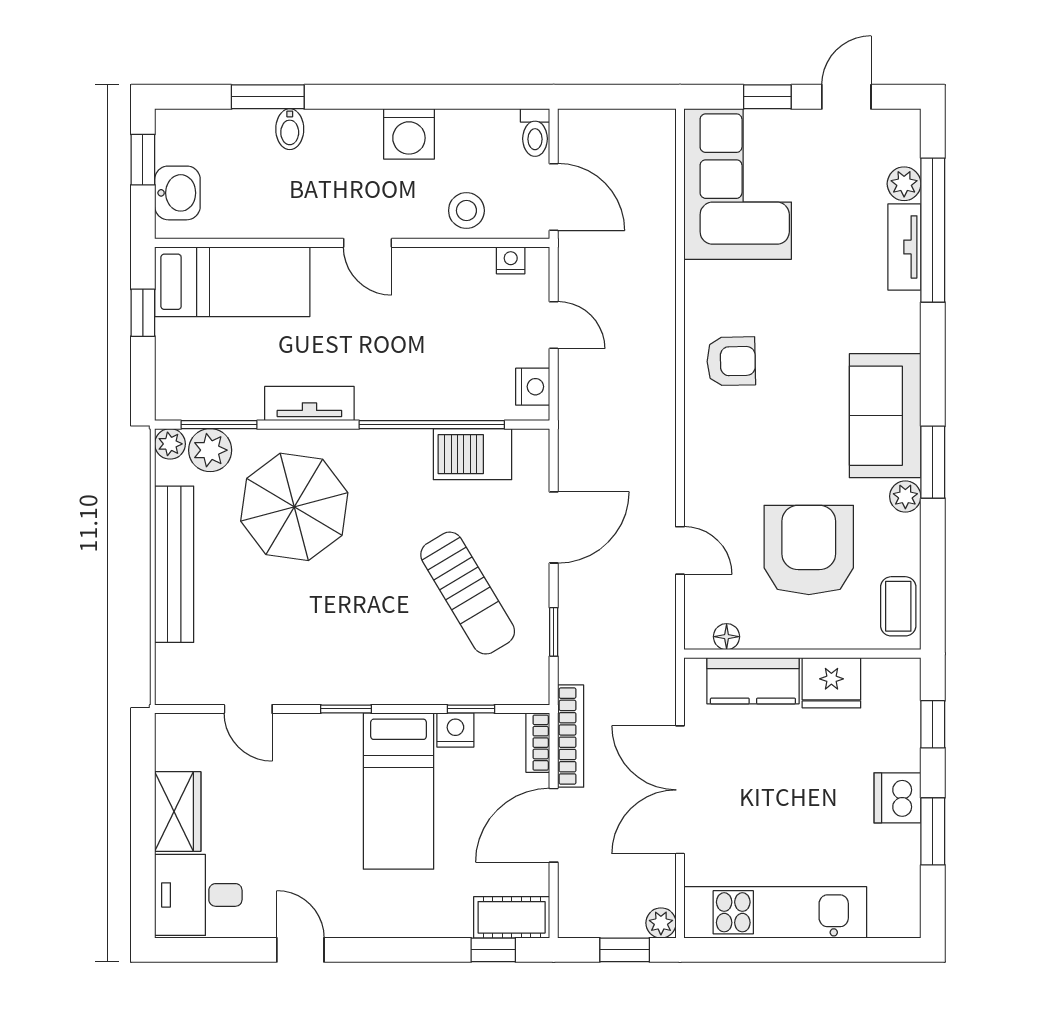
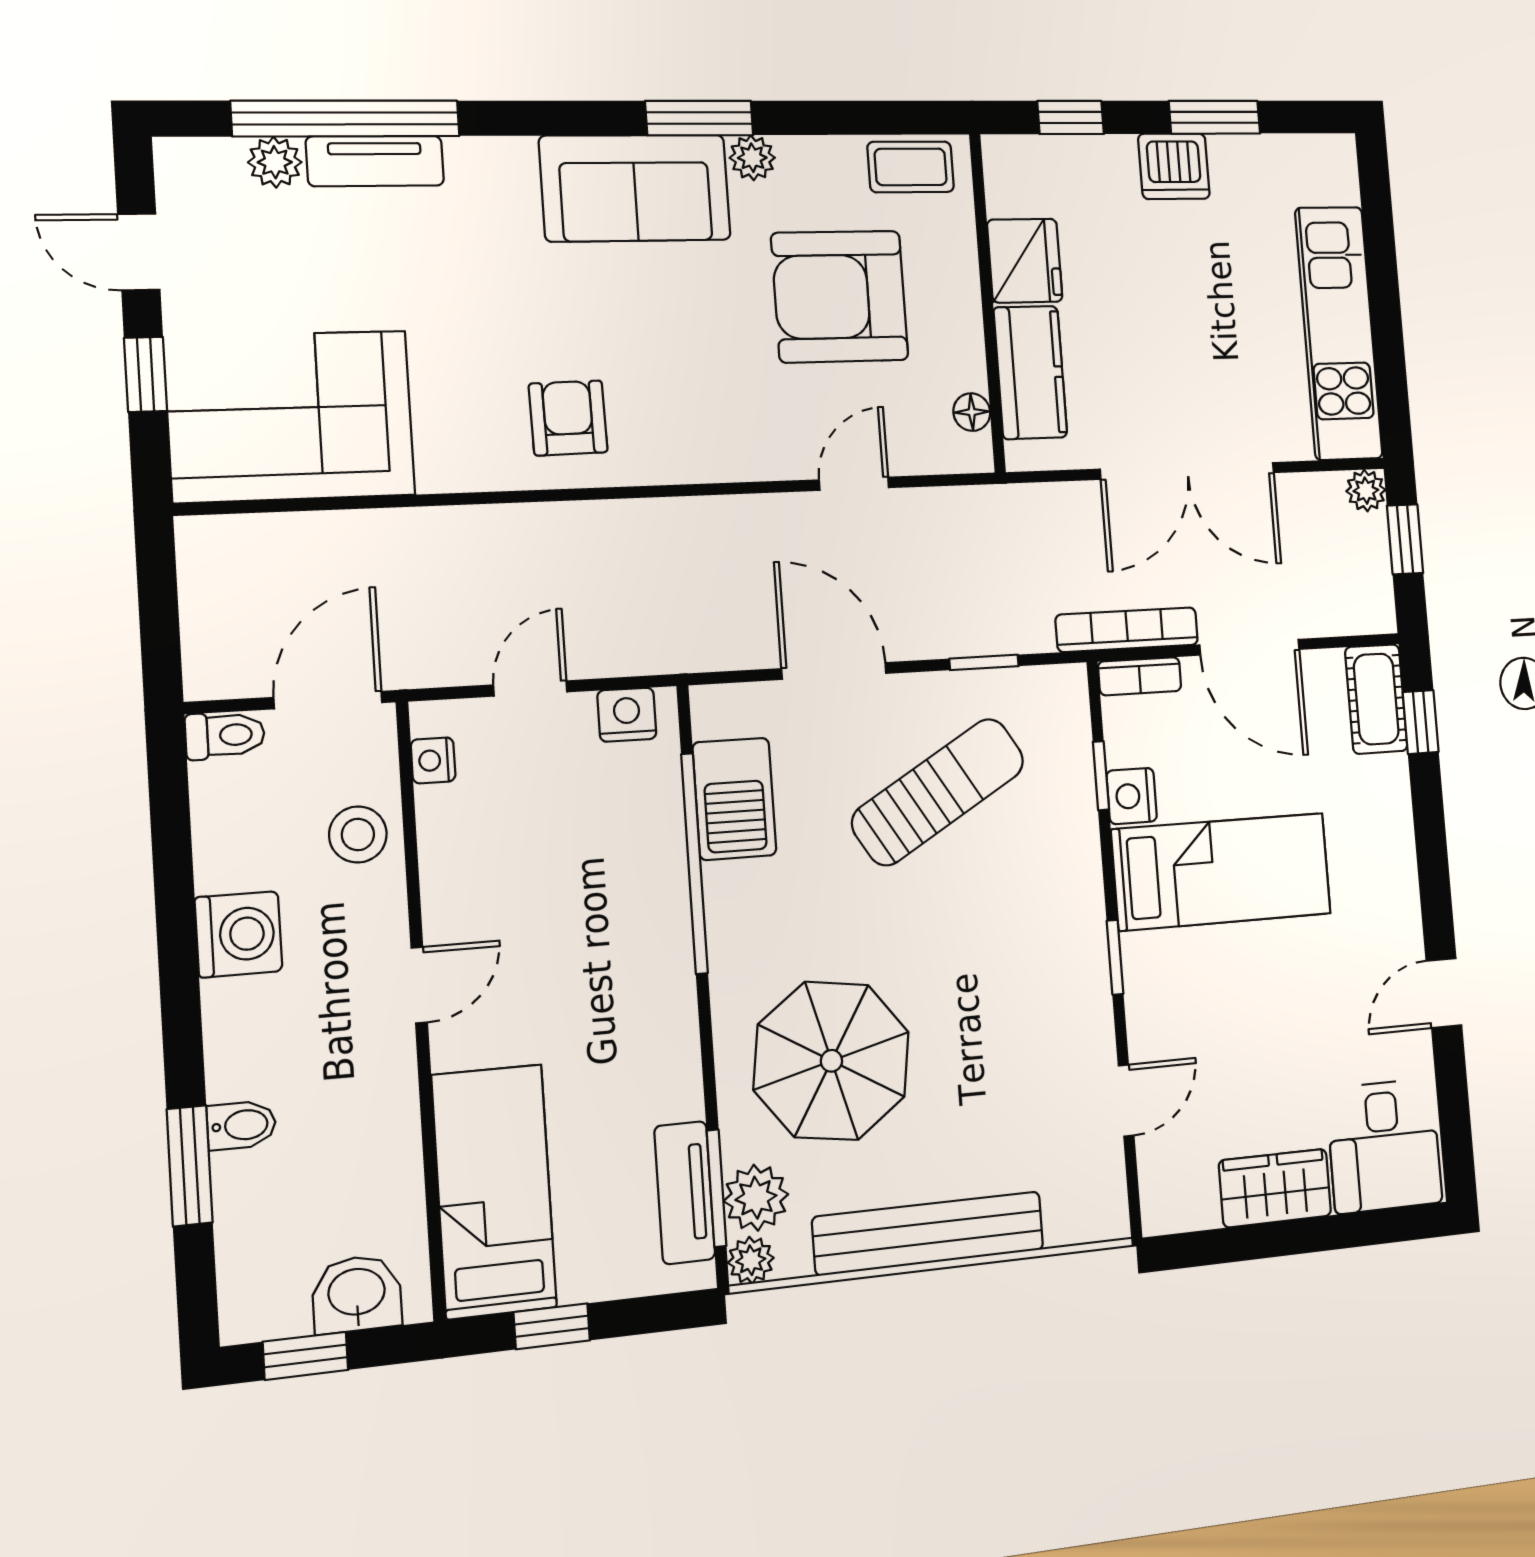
tv unit: (309, 404) -> (685, 1193), moved

